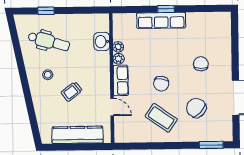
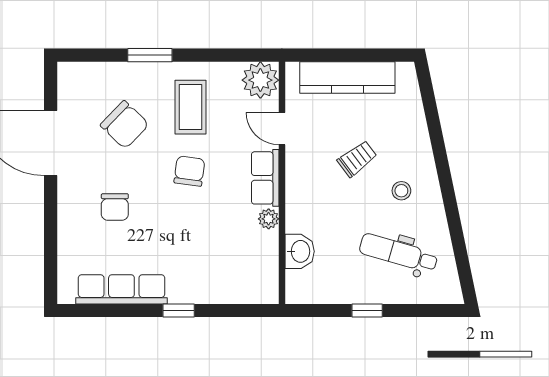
window: (46, 11) -> (367, 311), moved
row of seats: (161, 20) -> (121, 289), moved
plant: (118, 47) -> (260, 80), moved, width x1.88, depth x1.88
coffee table: (161, 118) -> (190, 107), turned 55
window: (211, 145) -> (150, 55), moved

